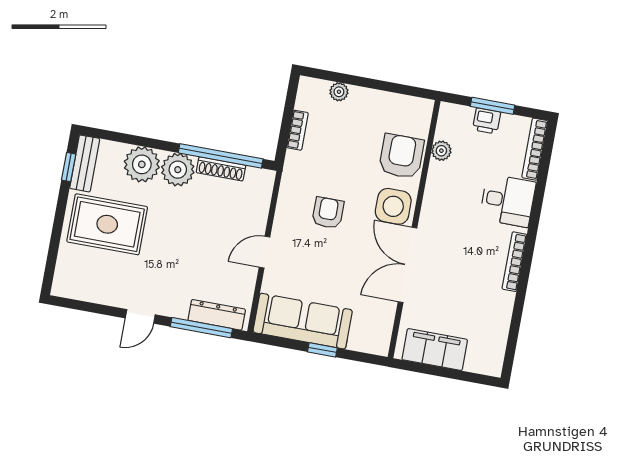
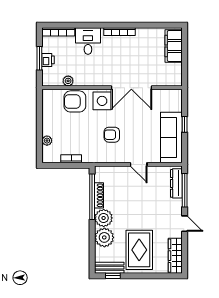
wardrobe: (84, 289) -> (175, 256), added
filing cabinet: (435, 350) -> (174, 46), moved

